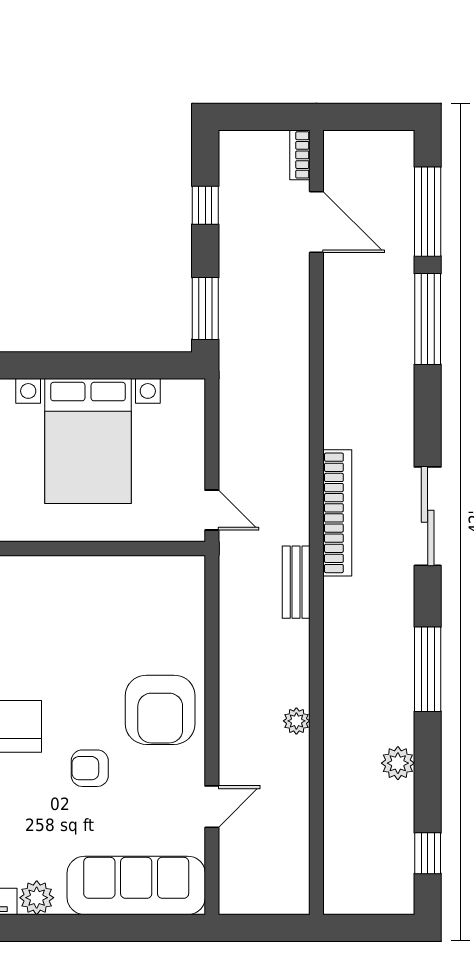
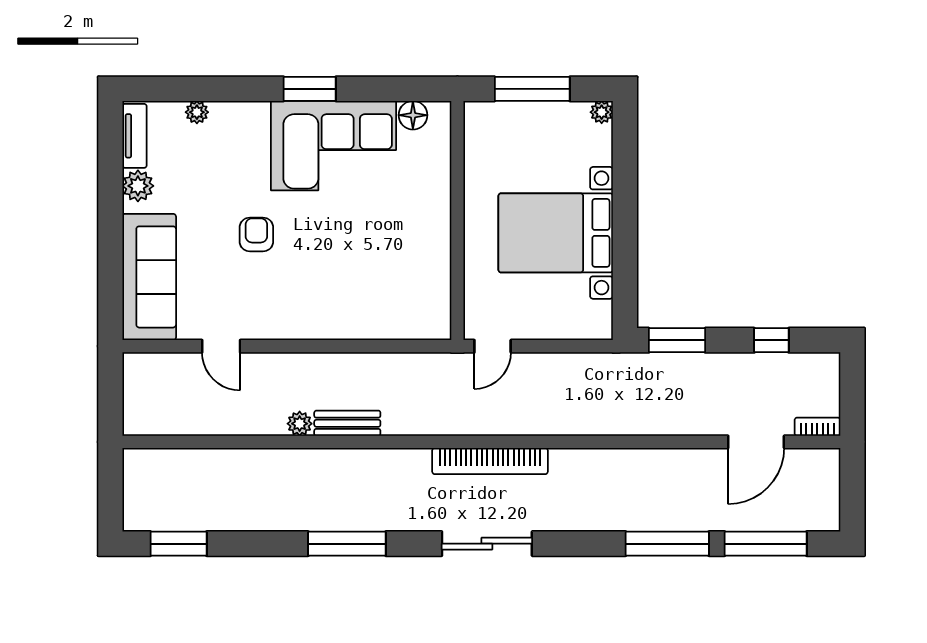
bench: (296, 582) -> (347, 423), moved
armchair: (160, 710) -> (310, 299), removed
plant: (398, 763) -> (261, 516), removed
window: (428, 853) -> (179, 544), width x1.50

